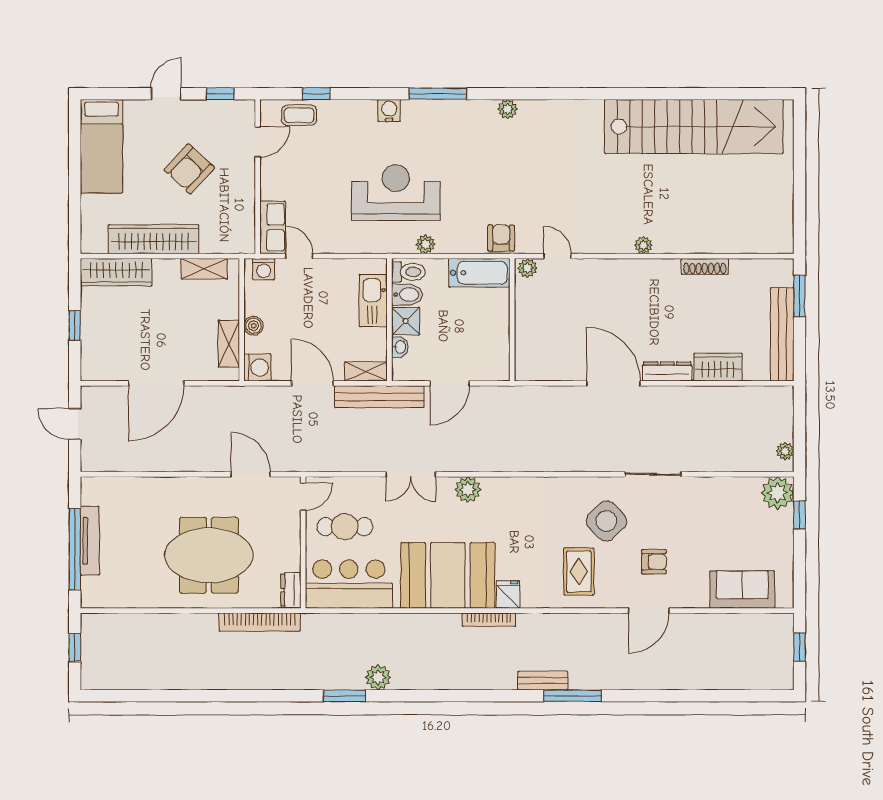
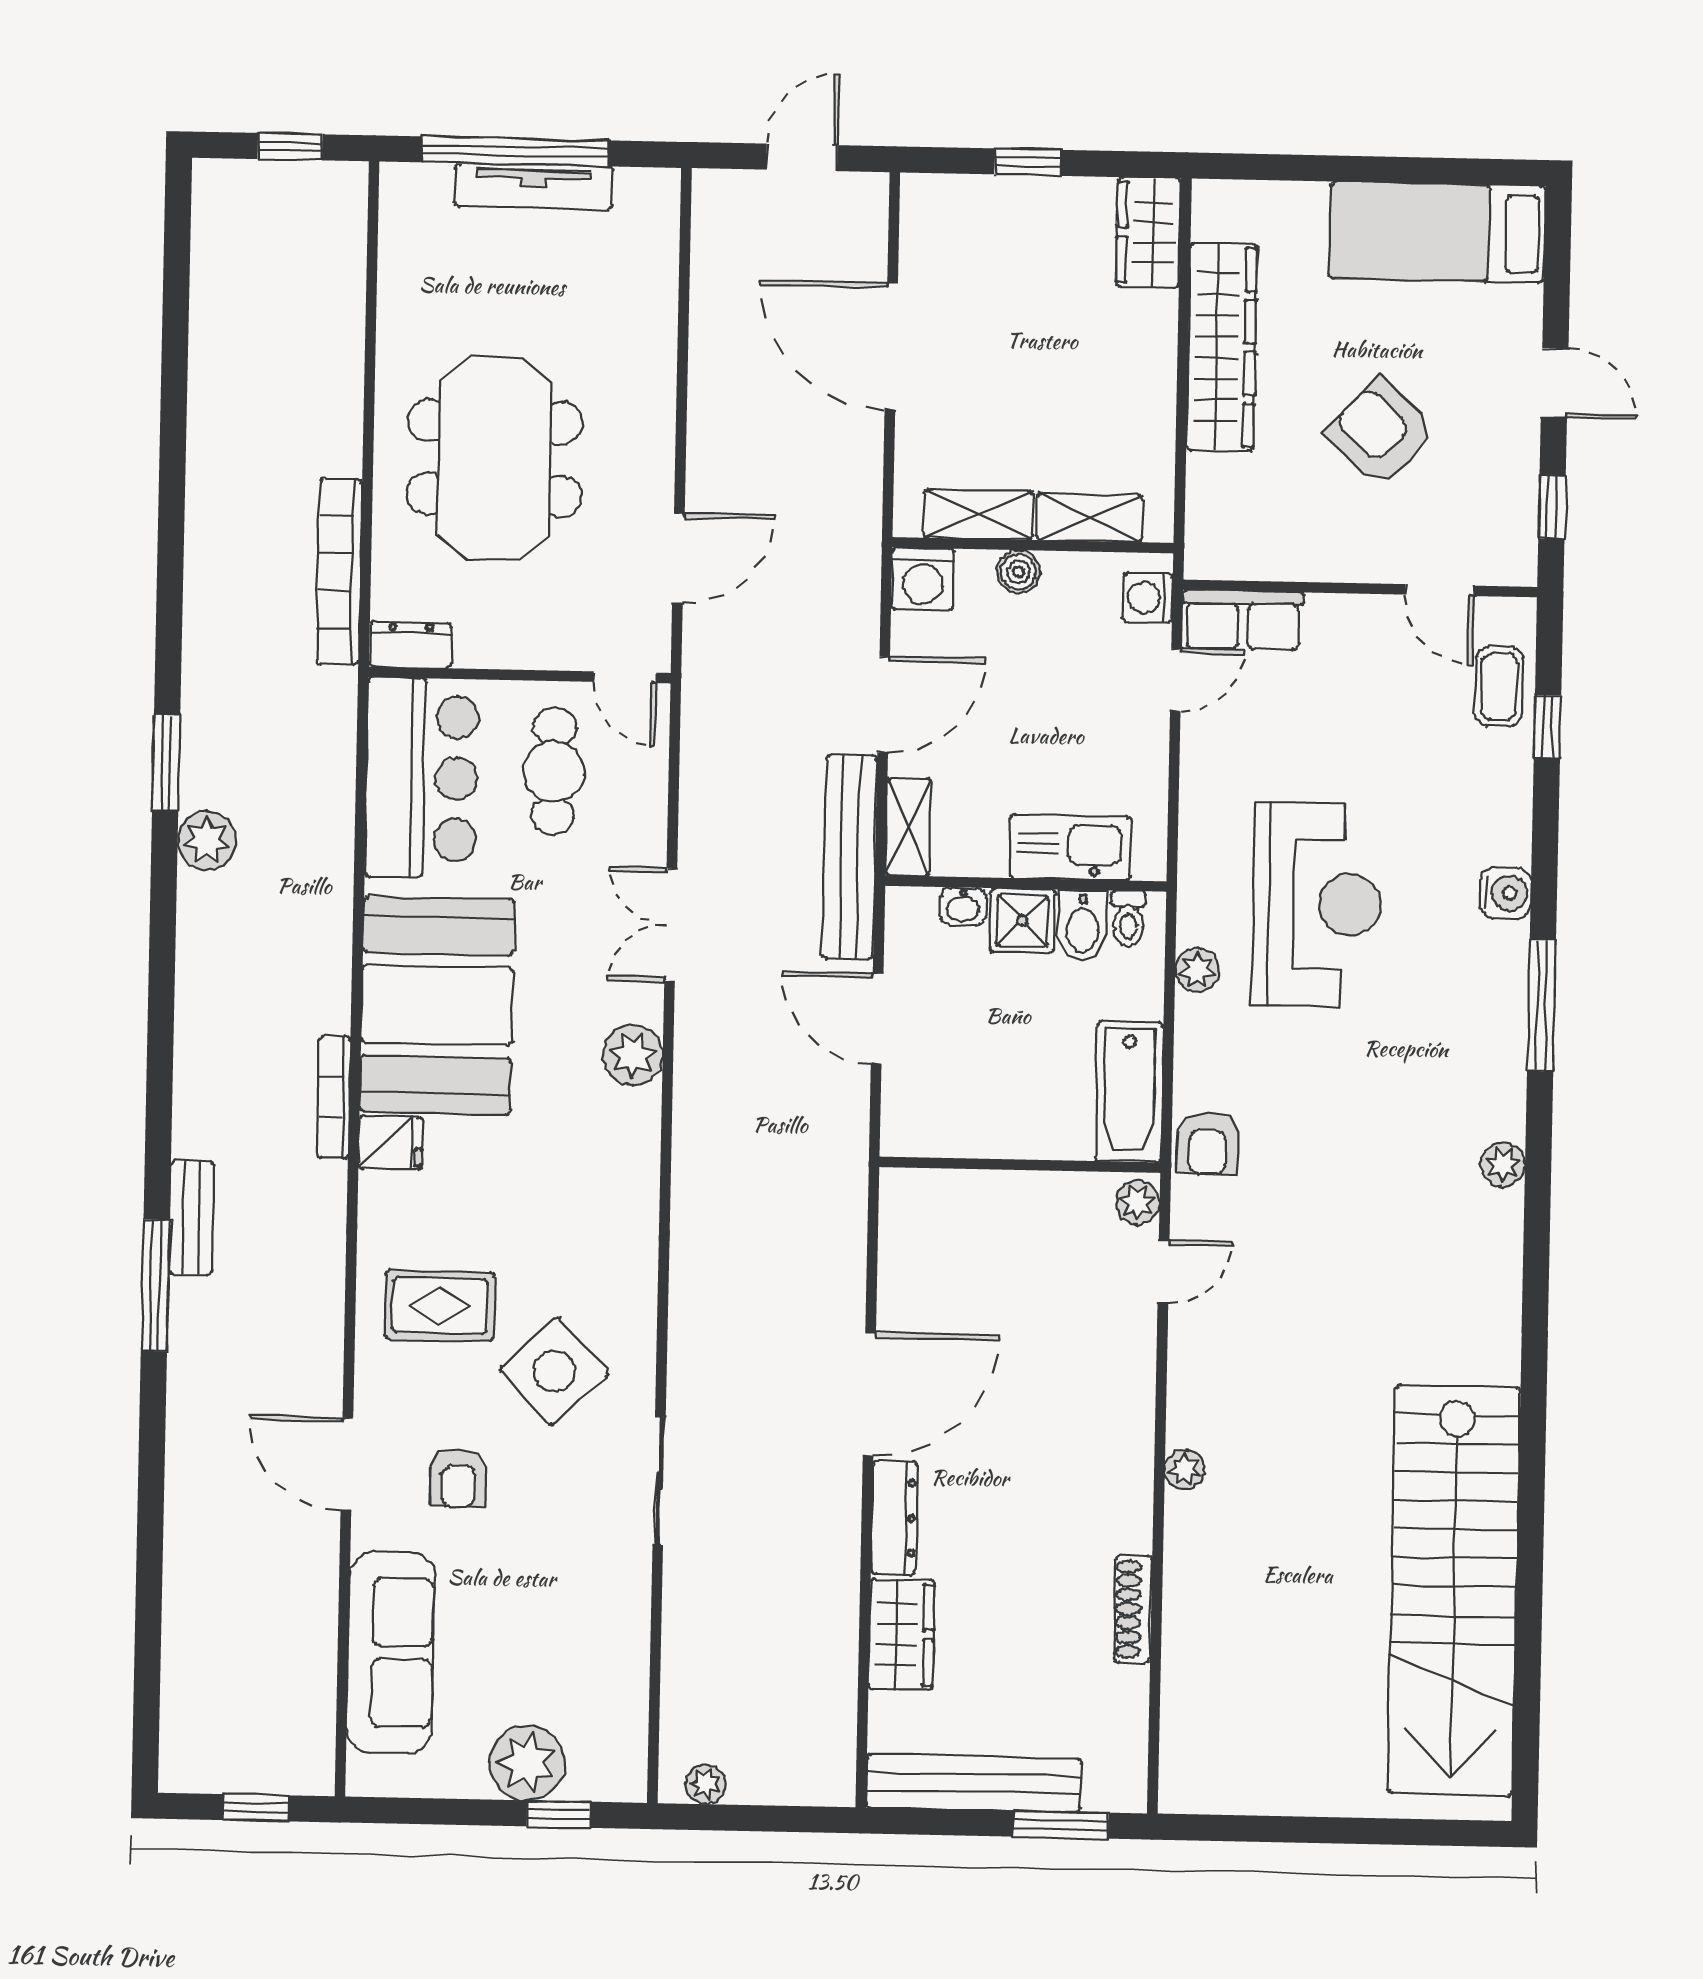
armchair: (501, 238) -> (1208, 1144), turned 90
shelving: (204, 269) -> (1090, 517), moved, turned 90
wardrobe: (116, 272) -> (1148, 232), width x0.67
toilet: (408, 272) -> (1128, 919), width x0.73, depth x0.72
plant: (777, 493) -> (527, 1763), moved
sofa: (742, 590) -> (391, 1653), width x1.36

